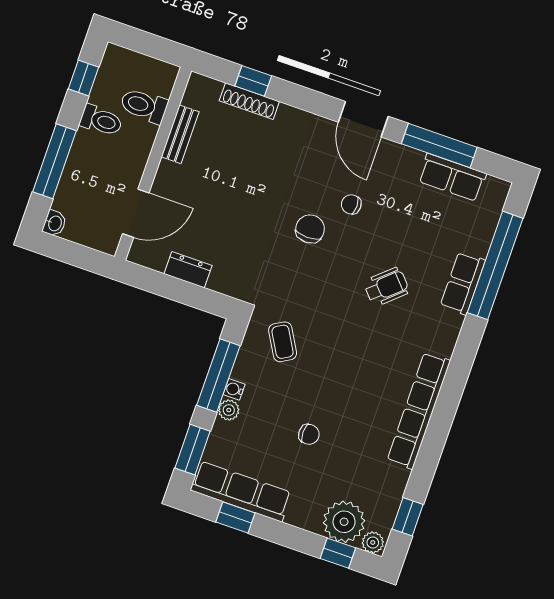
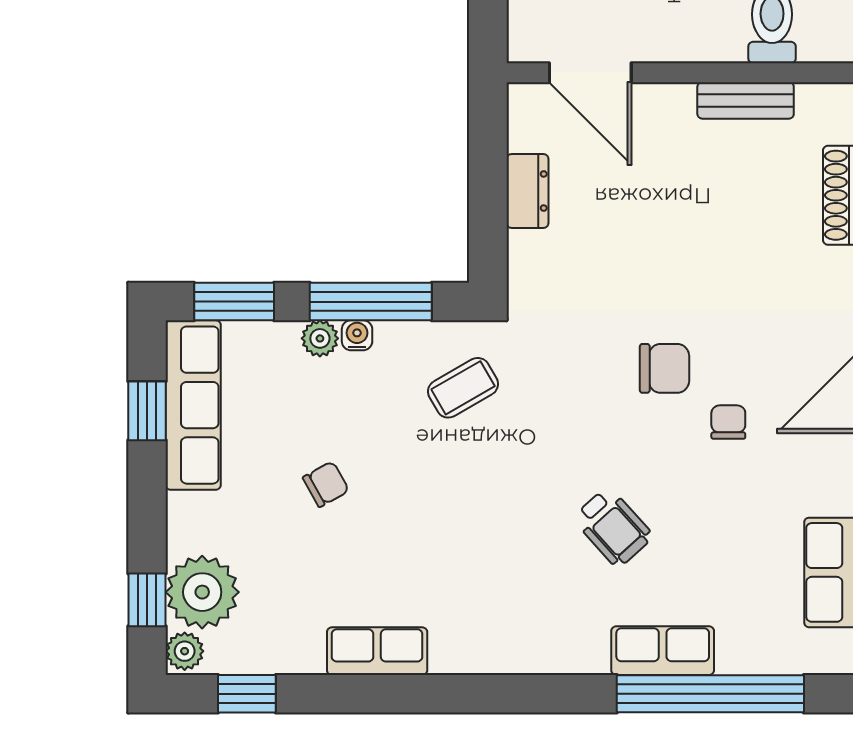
row of seats: (419, 411) -> (377, 651), width x0.50
chair: (309, 434) -> (326, 484), turned -119

